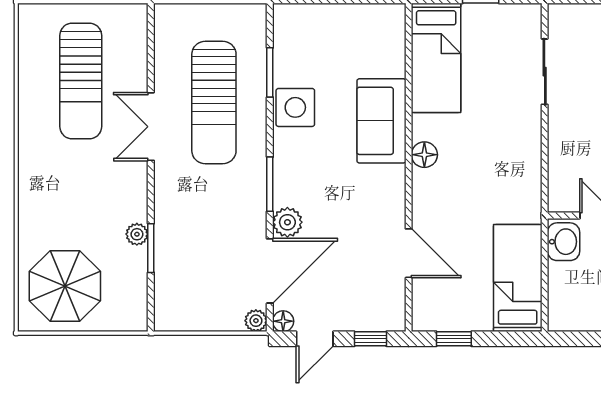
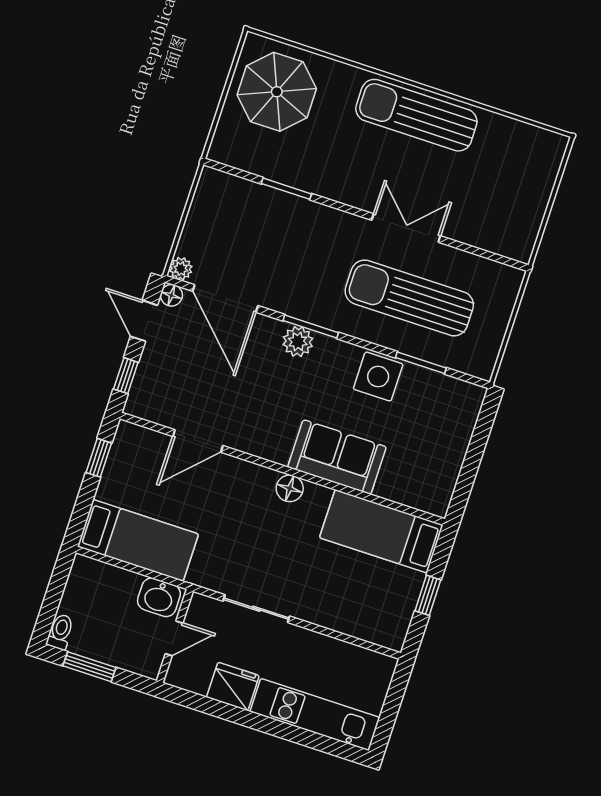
sliding door: (545, 72) -> (256, 609), moved
sun lounger: (81, 81) -> (416, 115), moved
plant: (287, 222) -> (298, 342), moved
plant: (137, 234) -> (304, 179), removed

